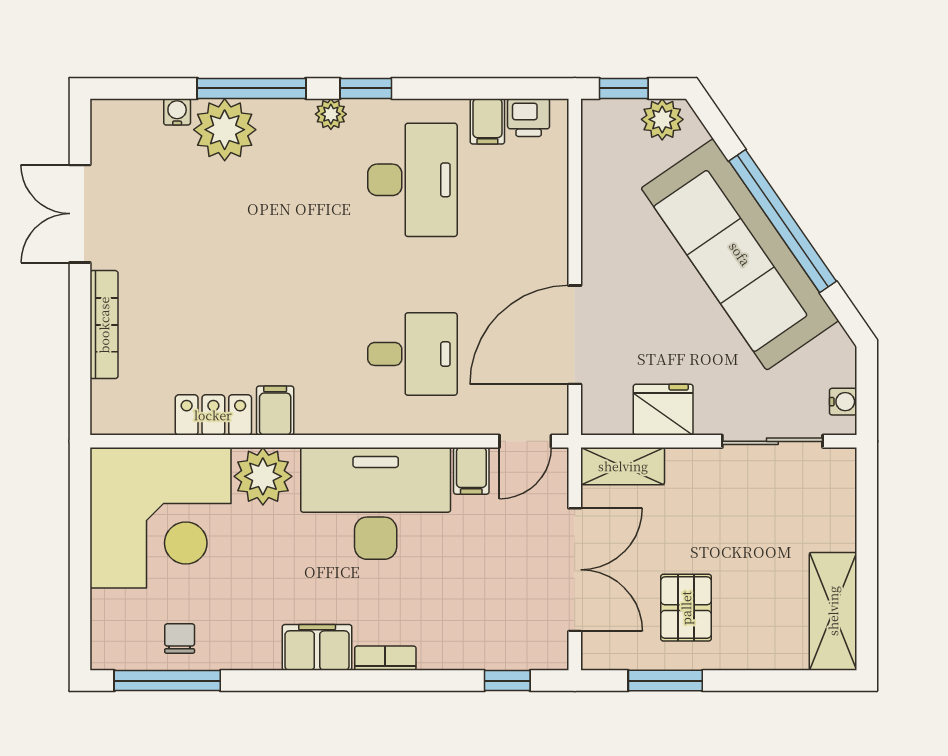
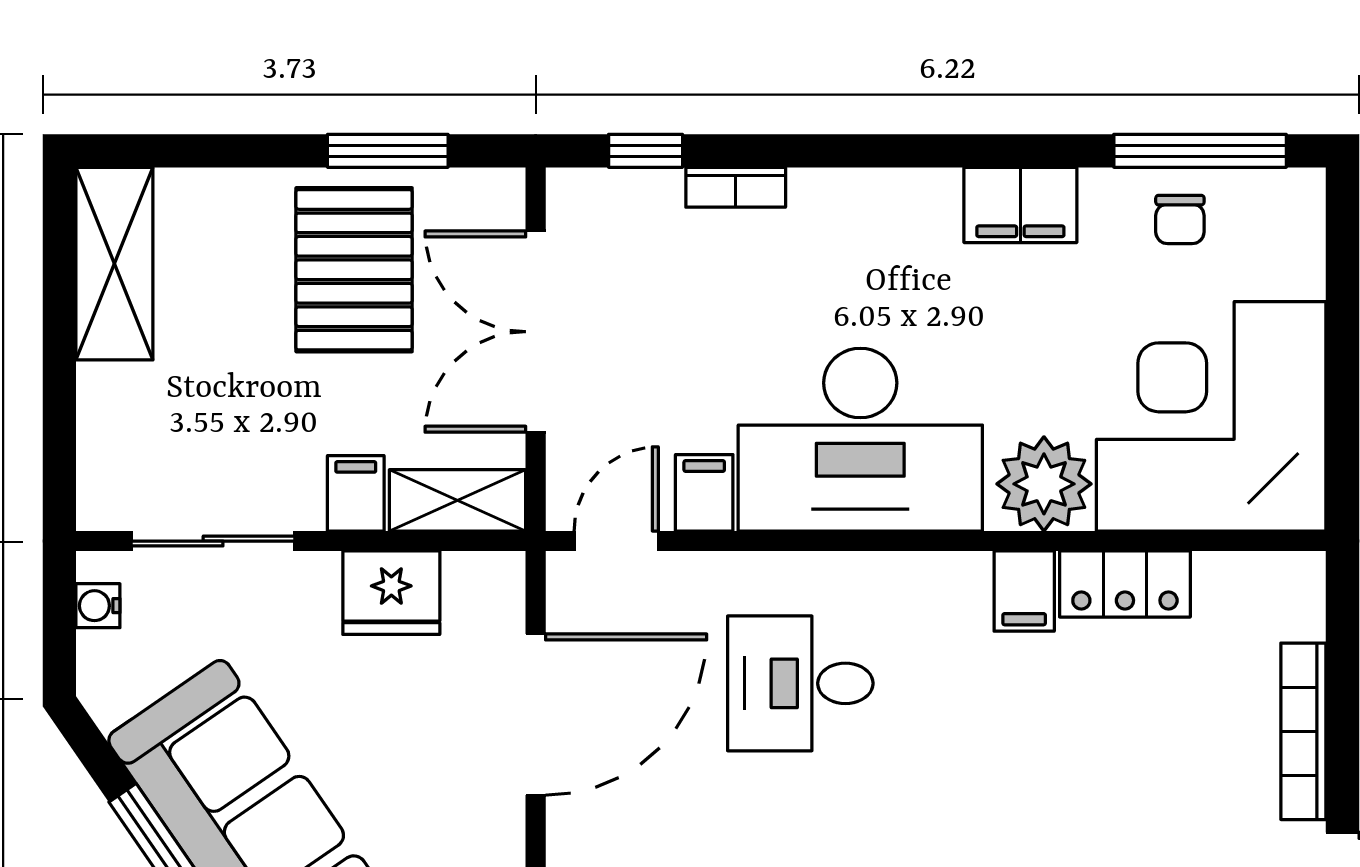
filing cabinet: (685, 470) -> (356, 493), added
pallet: (686, 608) -> (354, 270), width x1.50, depth x1.42
filing cabinet: (317, 647) -> (1020, 205), moved
bookcase: (385, 658) -> (736, 187), moved

